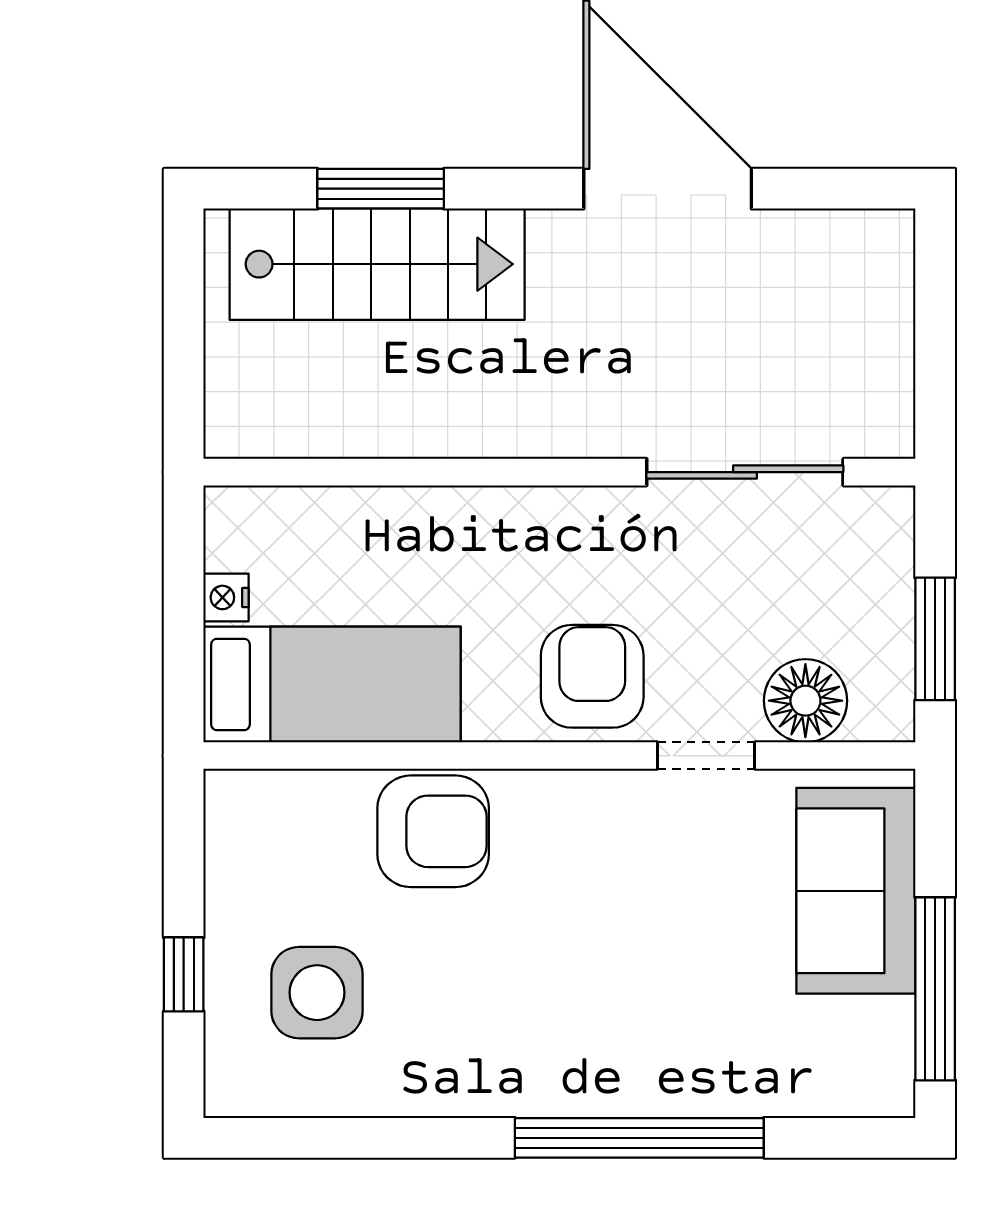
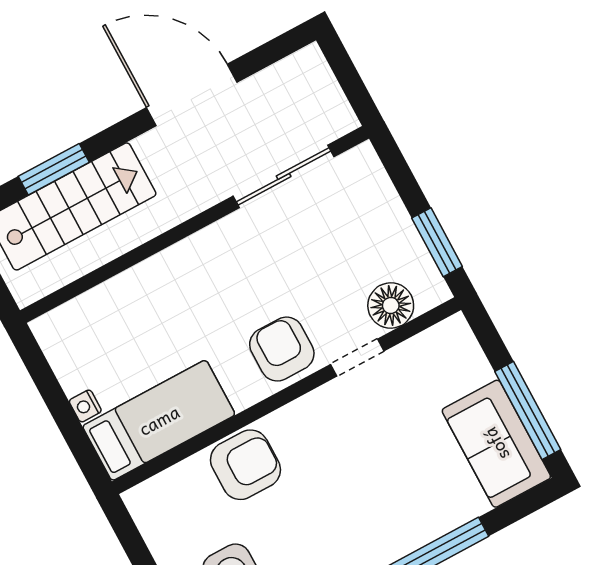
wall: (559, 472) -> (194, 224), moved
sliding door: (745, 472) -> (284, 176), moved
sofa: (856, 891) -> (496, 444), moved

